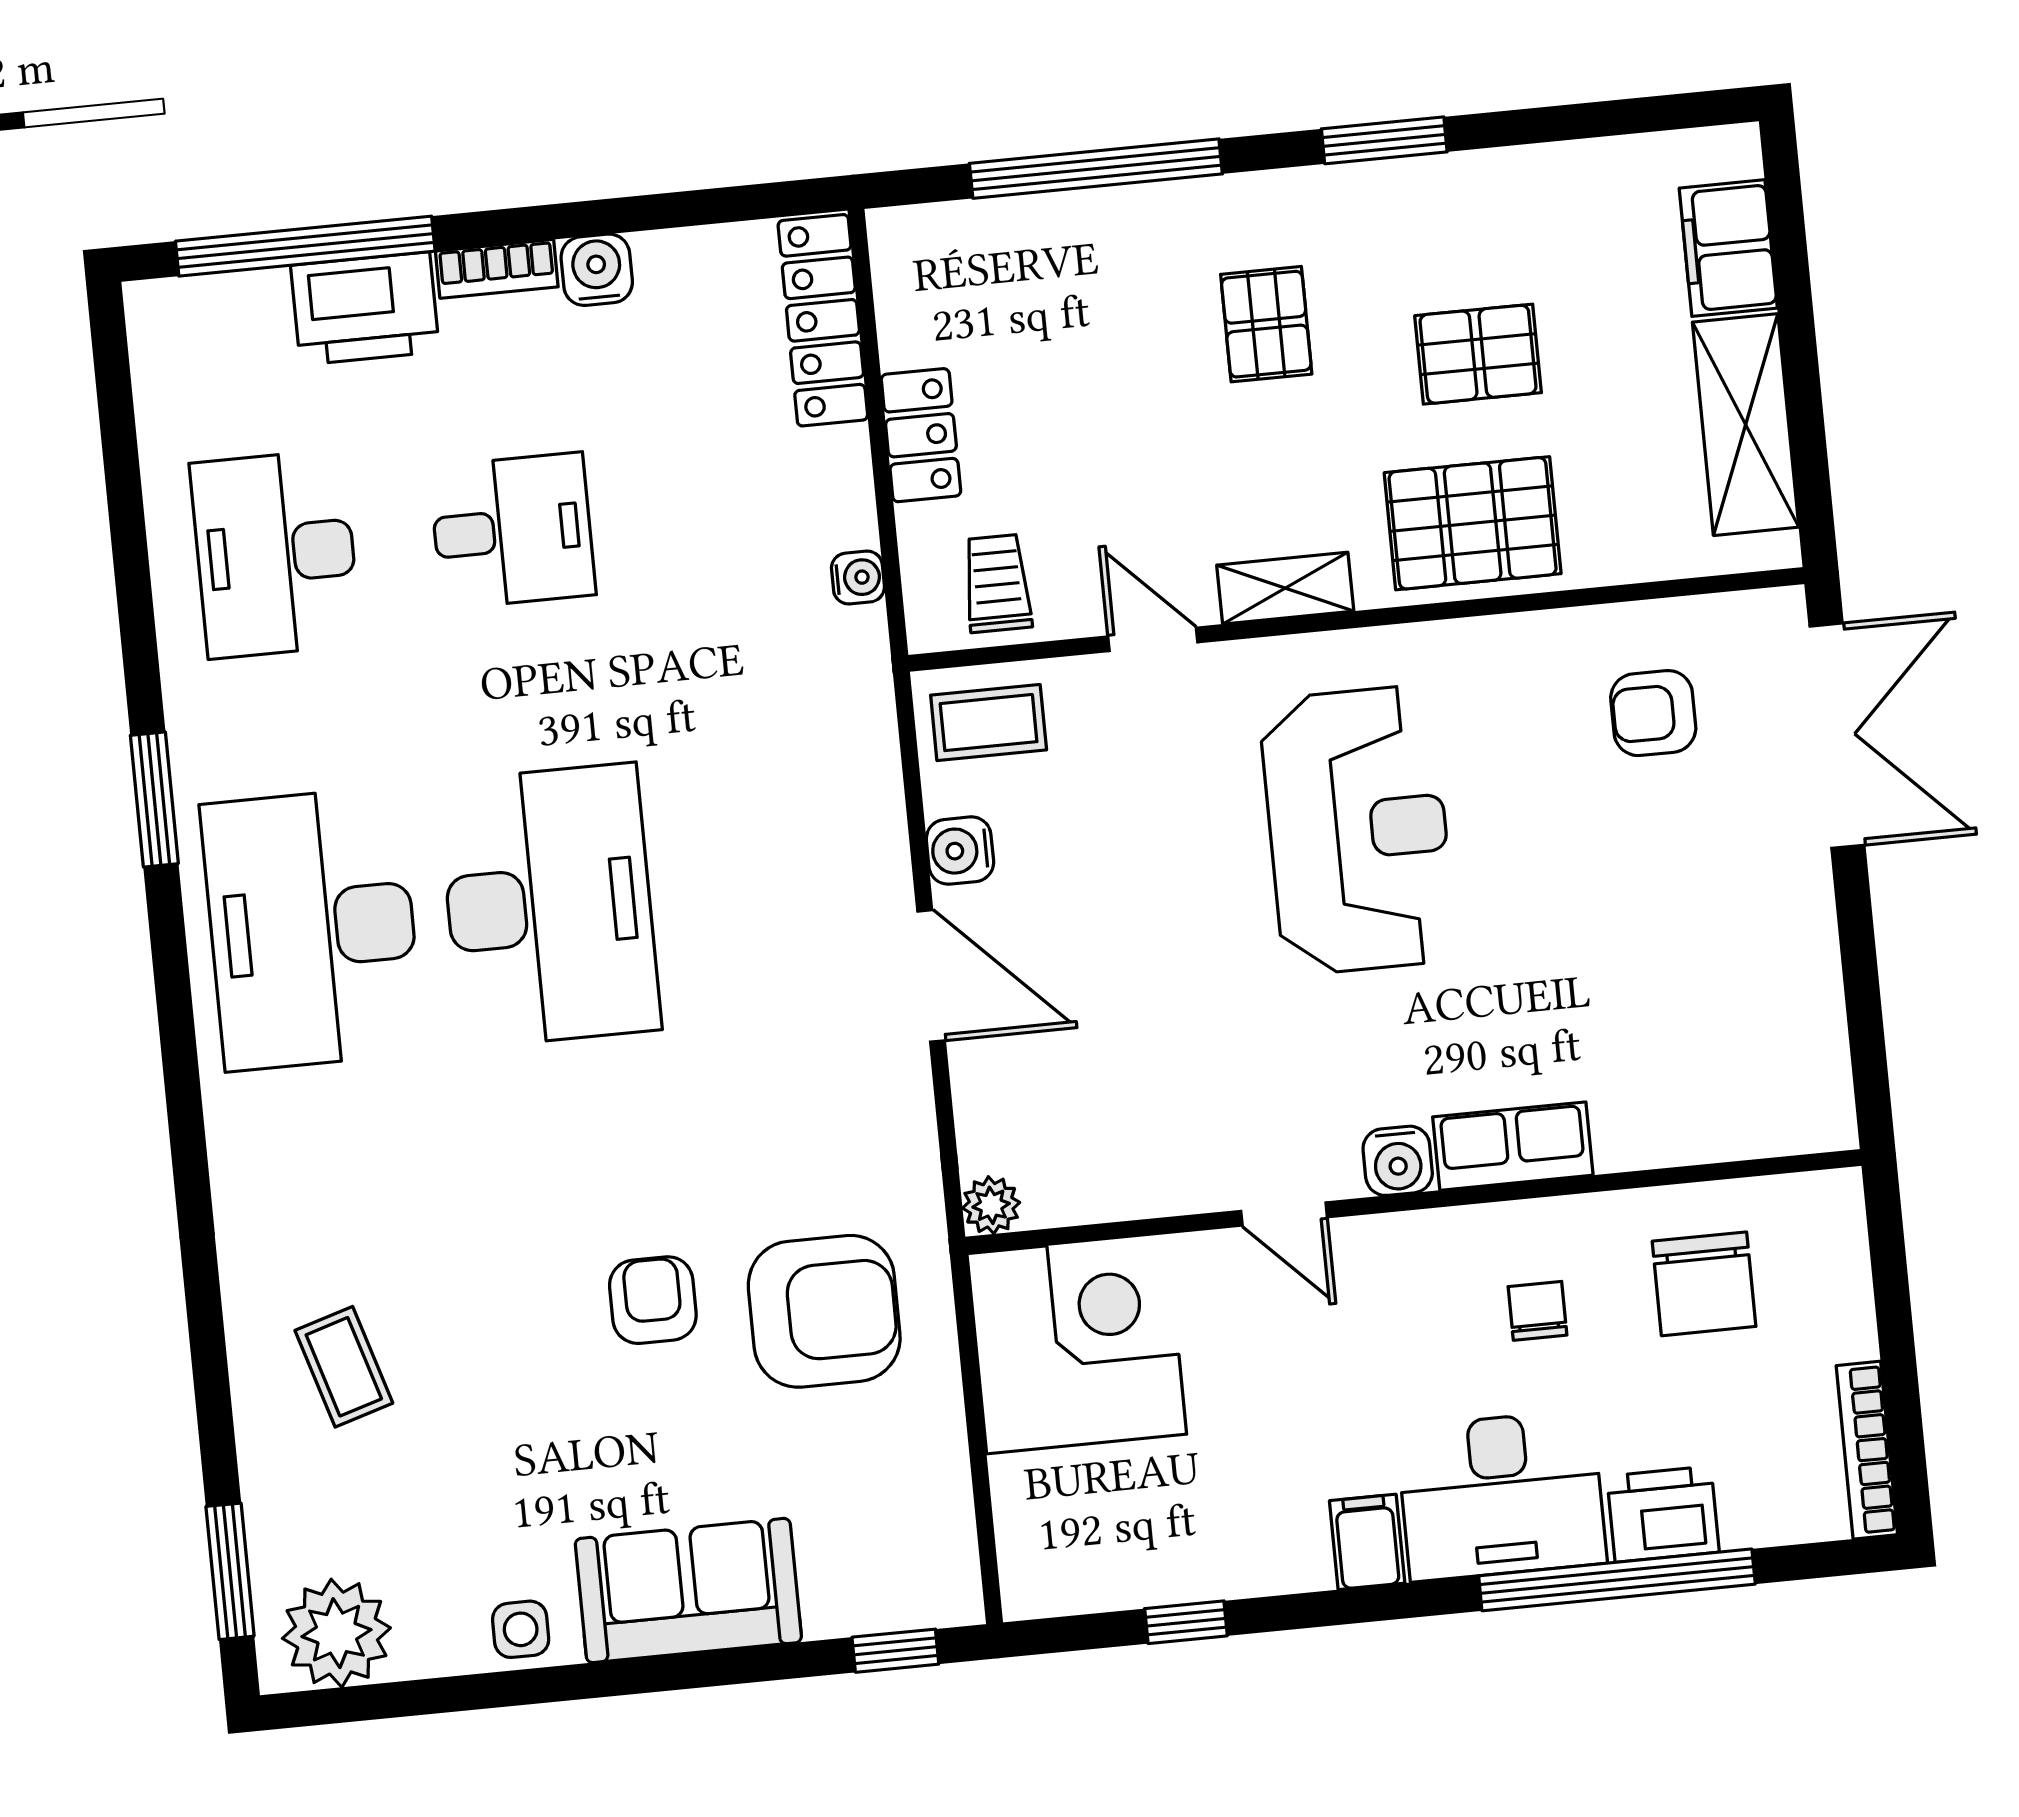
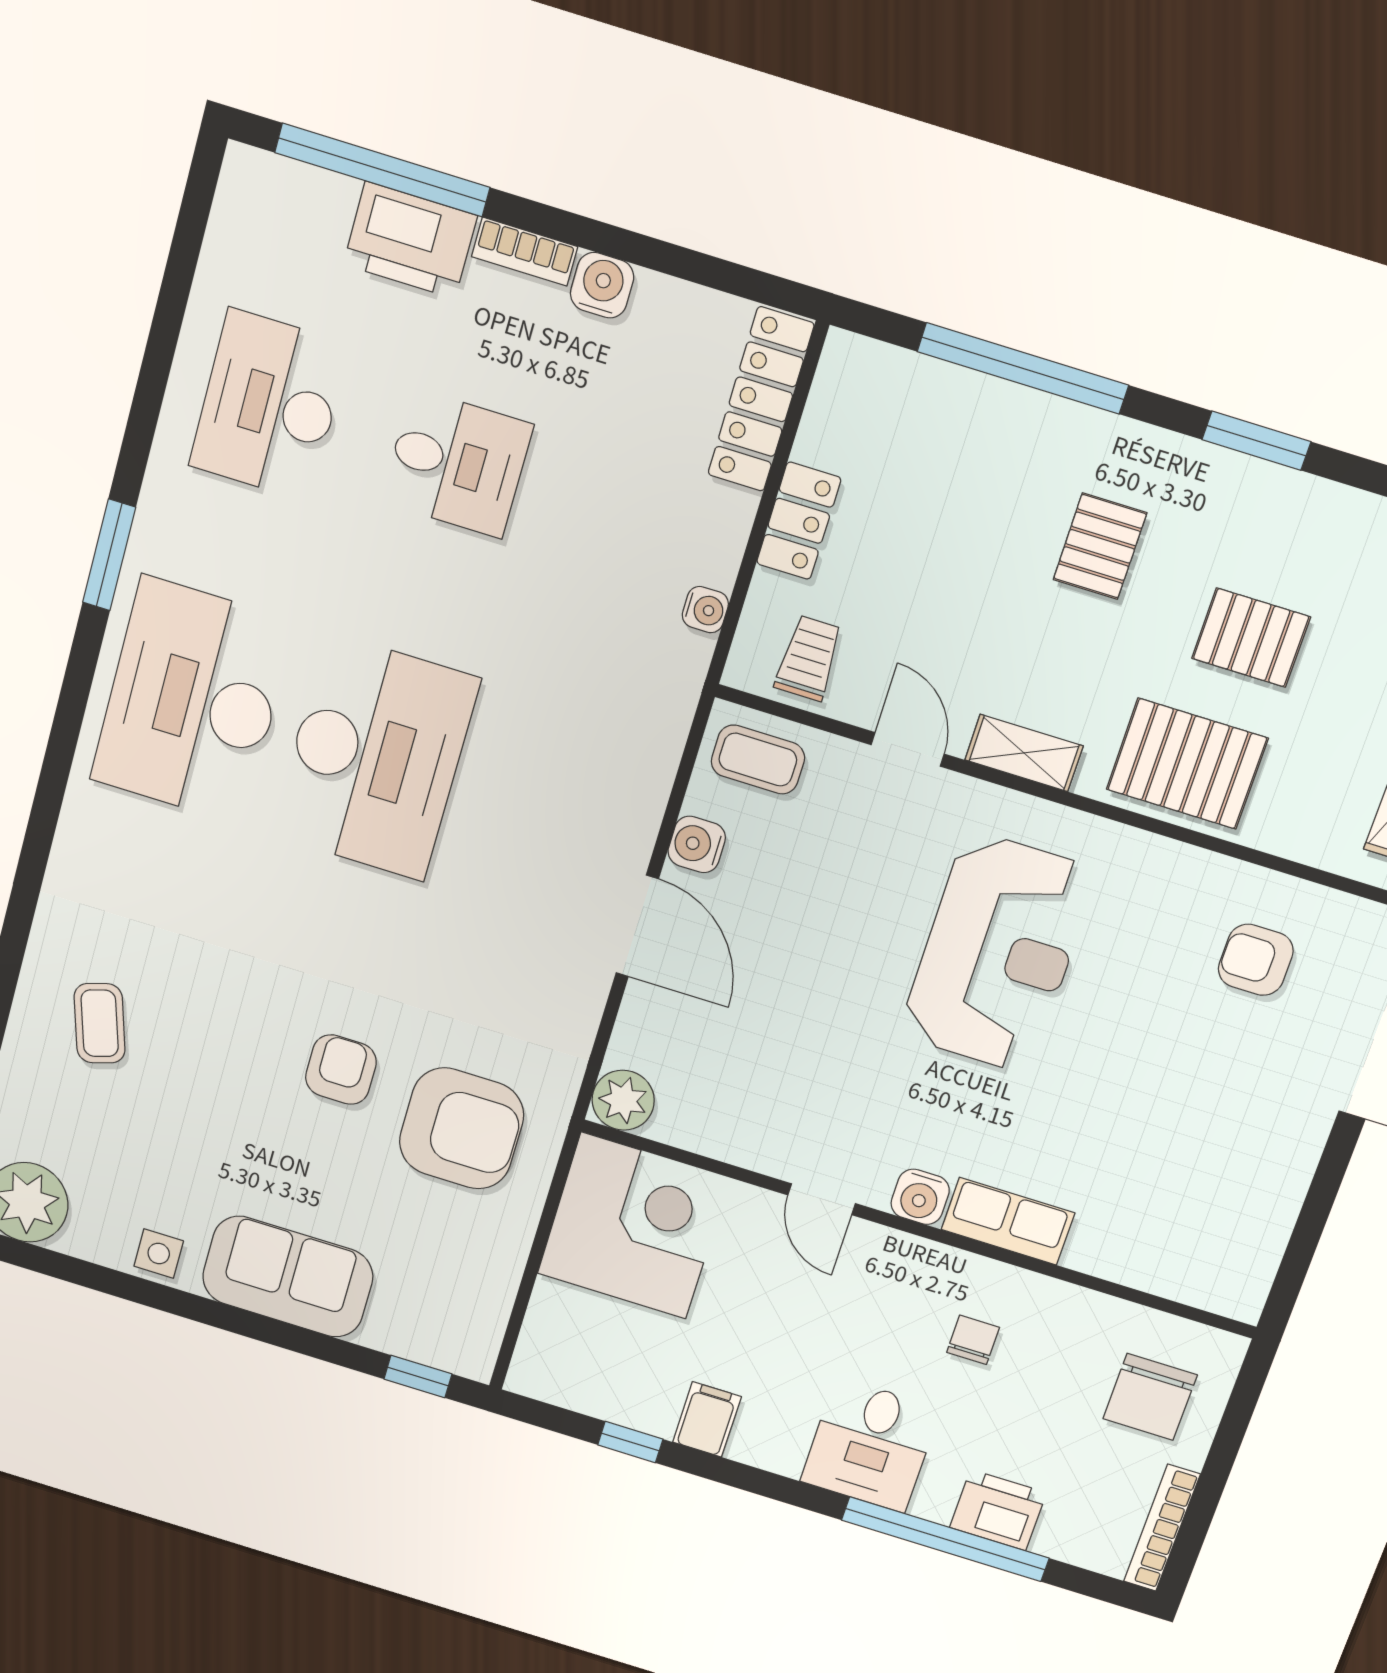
plant: (991, 1205) -> (623, 1100), width x1.38, depth x1.38
chair: (1704, 1284) -> (1150, 1397), moved
desk: (1501, 1495) -> (870, 1445), width x0.73
filing cabinet: (1367, 1542) -> (707, 1419), moved

